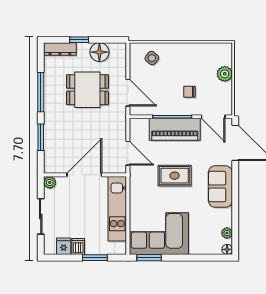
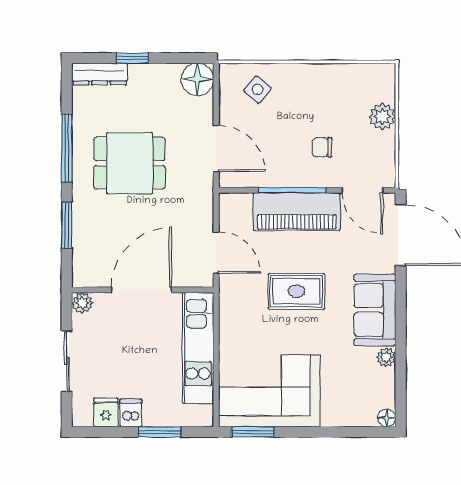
floor lamp: (99, 52) -> (197, 79), moved
dining table: (87, 90) -> (130, 163), moved
plant: (227, 233) -> (386, 357), moved

